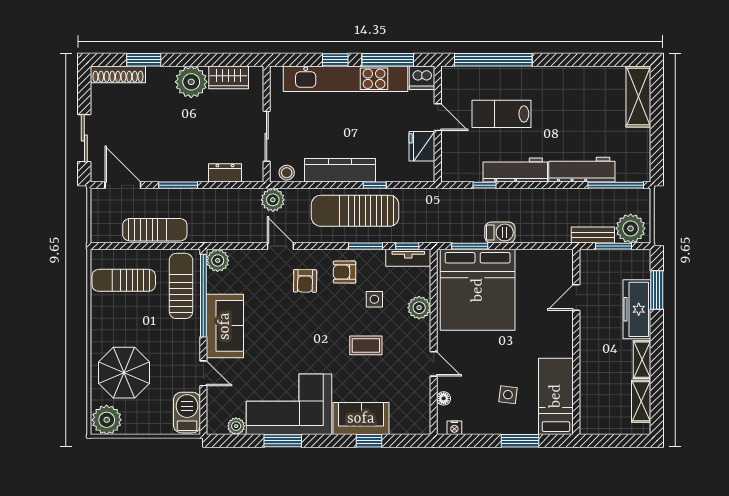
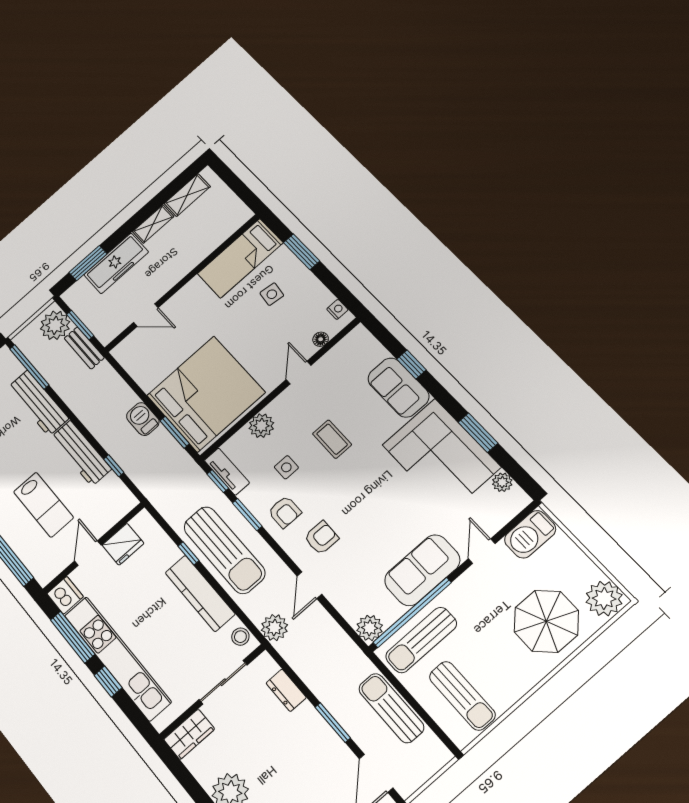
wardrobe: (229, 77) -> (189, 734), moved, turned 90

